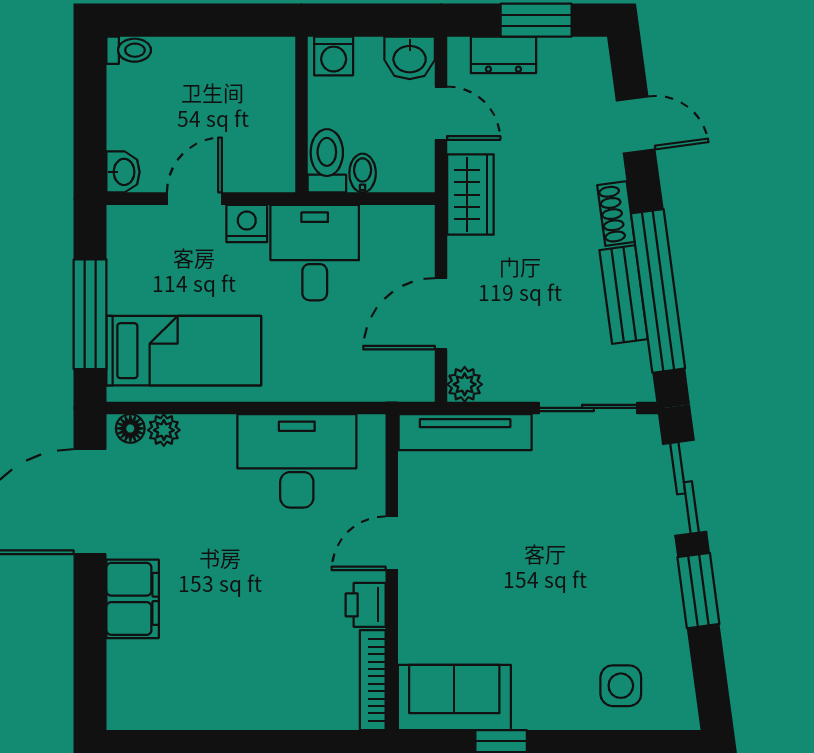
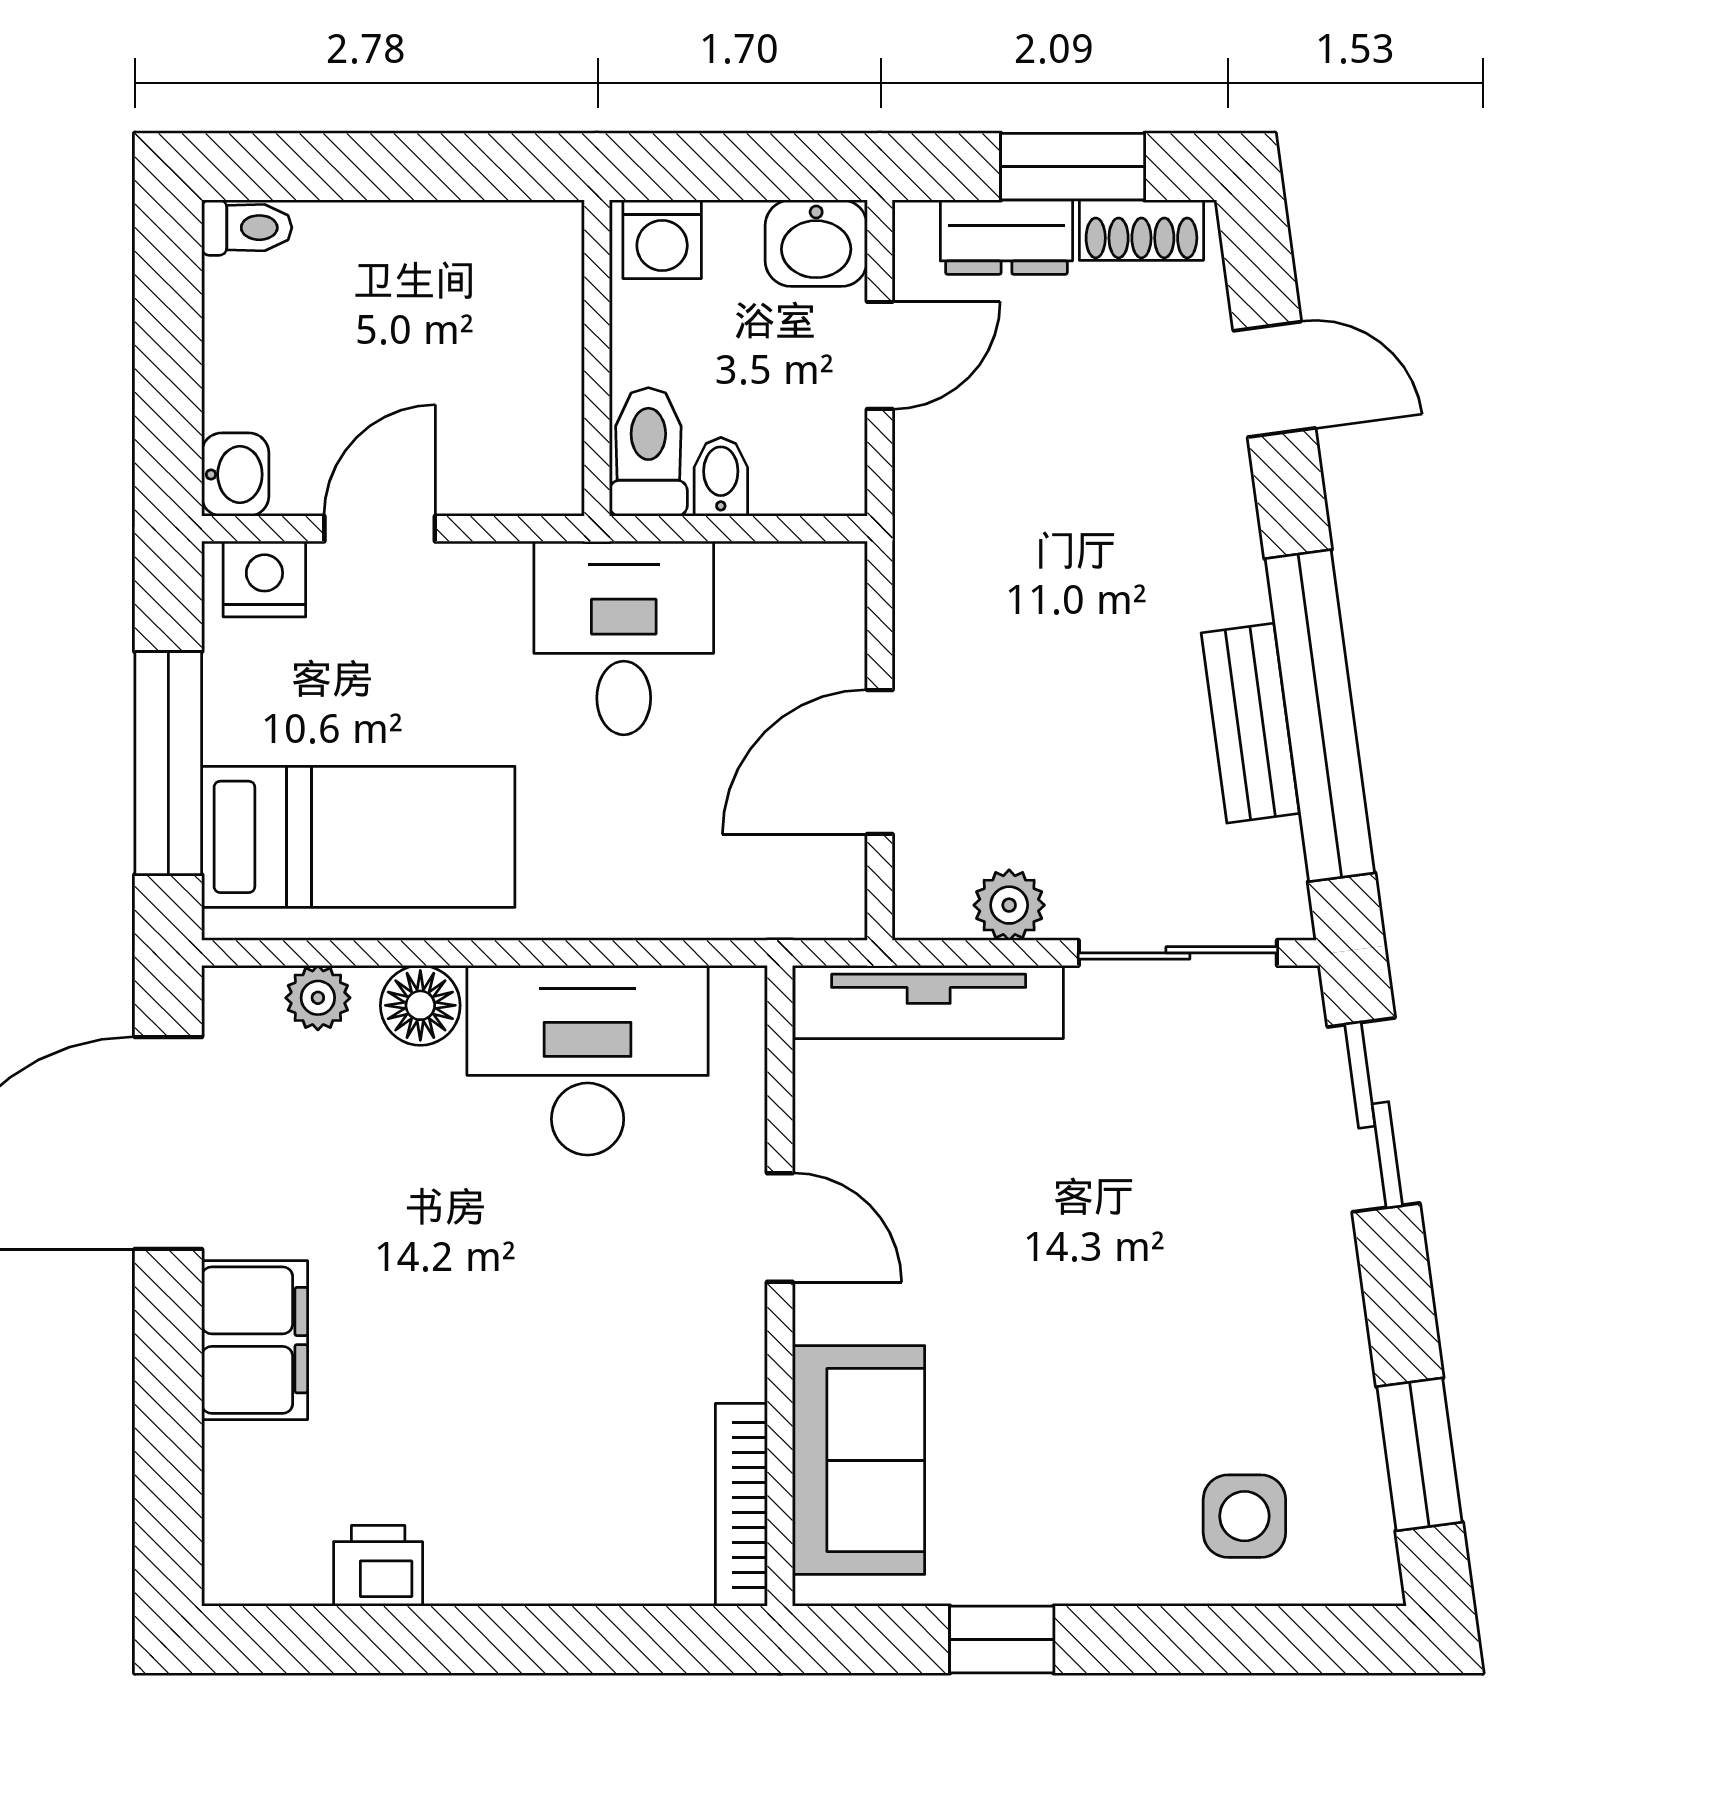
door: (441, 113) -> (880, 355), hinge flipped
wardrobe: (470, 195) -> (939, 520), removed
shoe rack: (616, 214) -> (1141, 230), moved, turned -82
nightstand: (247, 224) -> (264, 579), moved
plant: (465, 384) -> (1009, 905), moved
floor lamp: (130, 428) -> (420, 1005), moved, width x1.37, depth x1.37
door: (392, 543) -> (780, 1227), swing flipped
window: (698, 591) -> (1419, 1454), moved
printer: (366, 605) -> (378, 1566), moved, turned 90
sofa: (454, 697) -> (859, 1460), moved, turned 90

